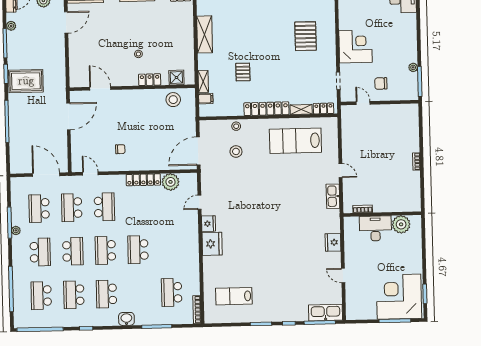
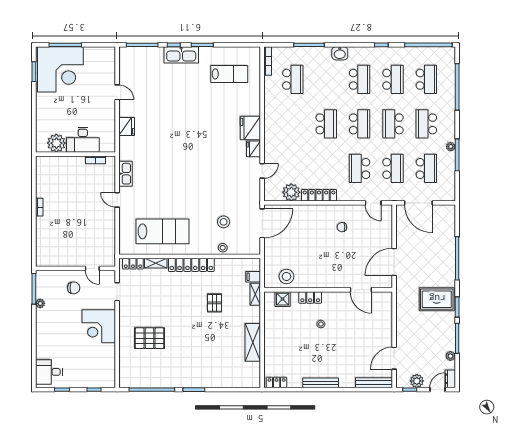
pallet: (306, 36) -> (150, 338), turned 90
kitchen sink: (326, 313) -> (181, 55), moved

